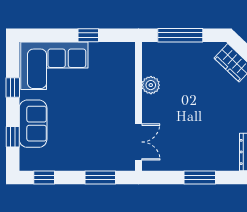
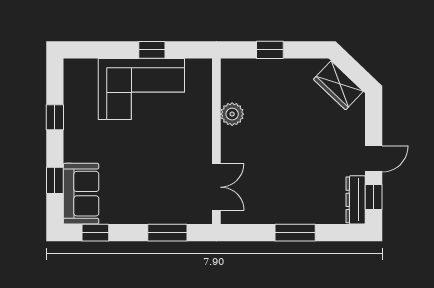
window: (180, 35) -> (270, 50), width x0.46
corner sofa: (54, 66) -> (141, 89), moved
sofa: (33, 124) -> (81, 194), moved

